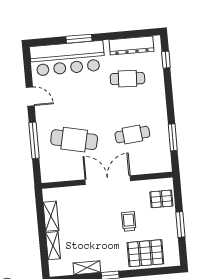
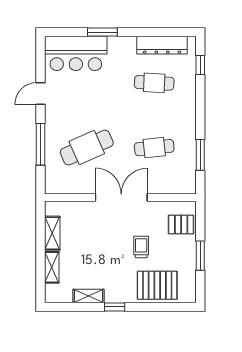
bar counter: (67, 58) -> (76, 53), width x0.73
door: (30, 96) -> (41, 94), swing flipped
cafe table: (74, 140) -> (87, 148), turned -36

